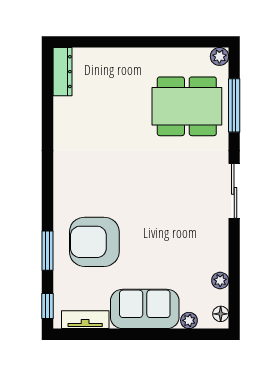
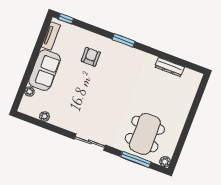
dresser: (62, 72) -> (169, 67), moved
armchair: (94, 242) -> (91, 57), width x0.53, depth x0.53
window: (47, 251) -> (124, 40), moved
floor lamp: (221, 314) -> (27, 110), removed

